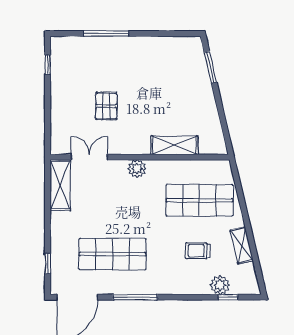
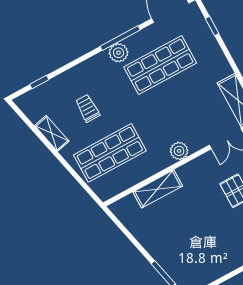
trolley: (198, 251) -> (88, 108), turned -90
plant: (220, 285) -> (118, 53), moved

